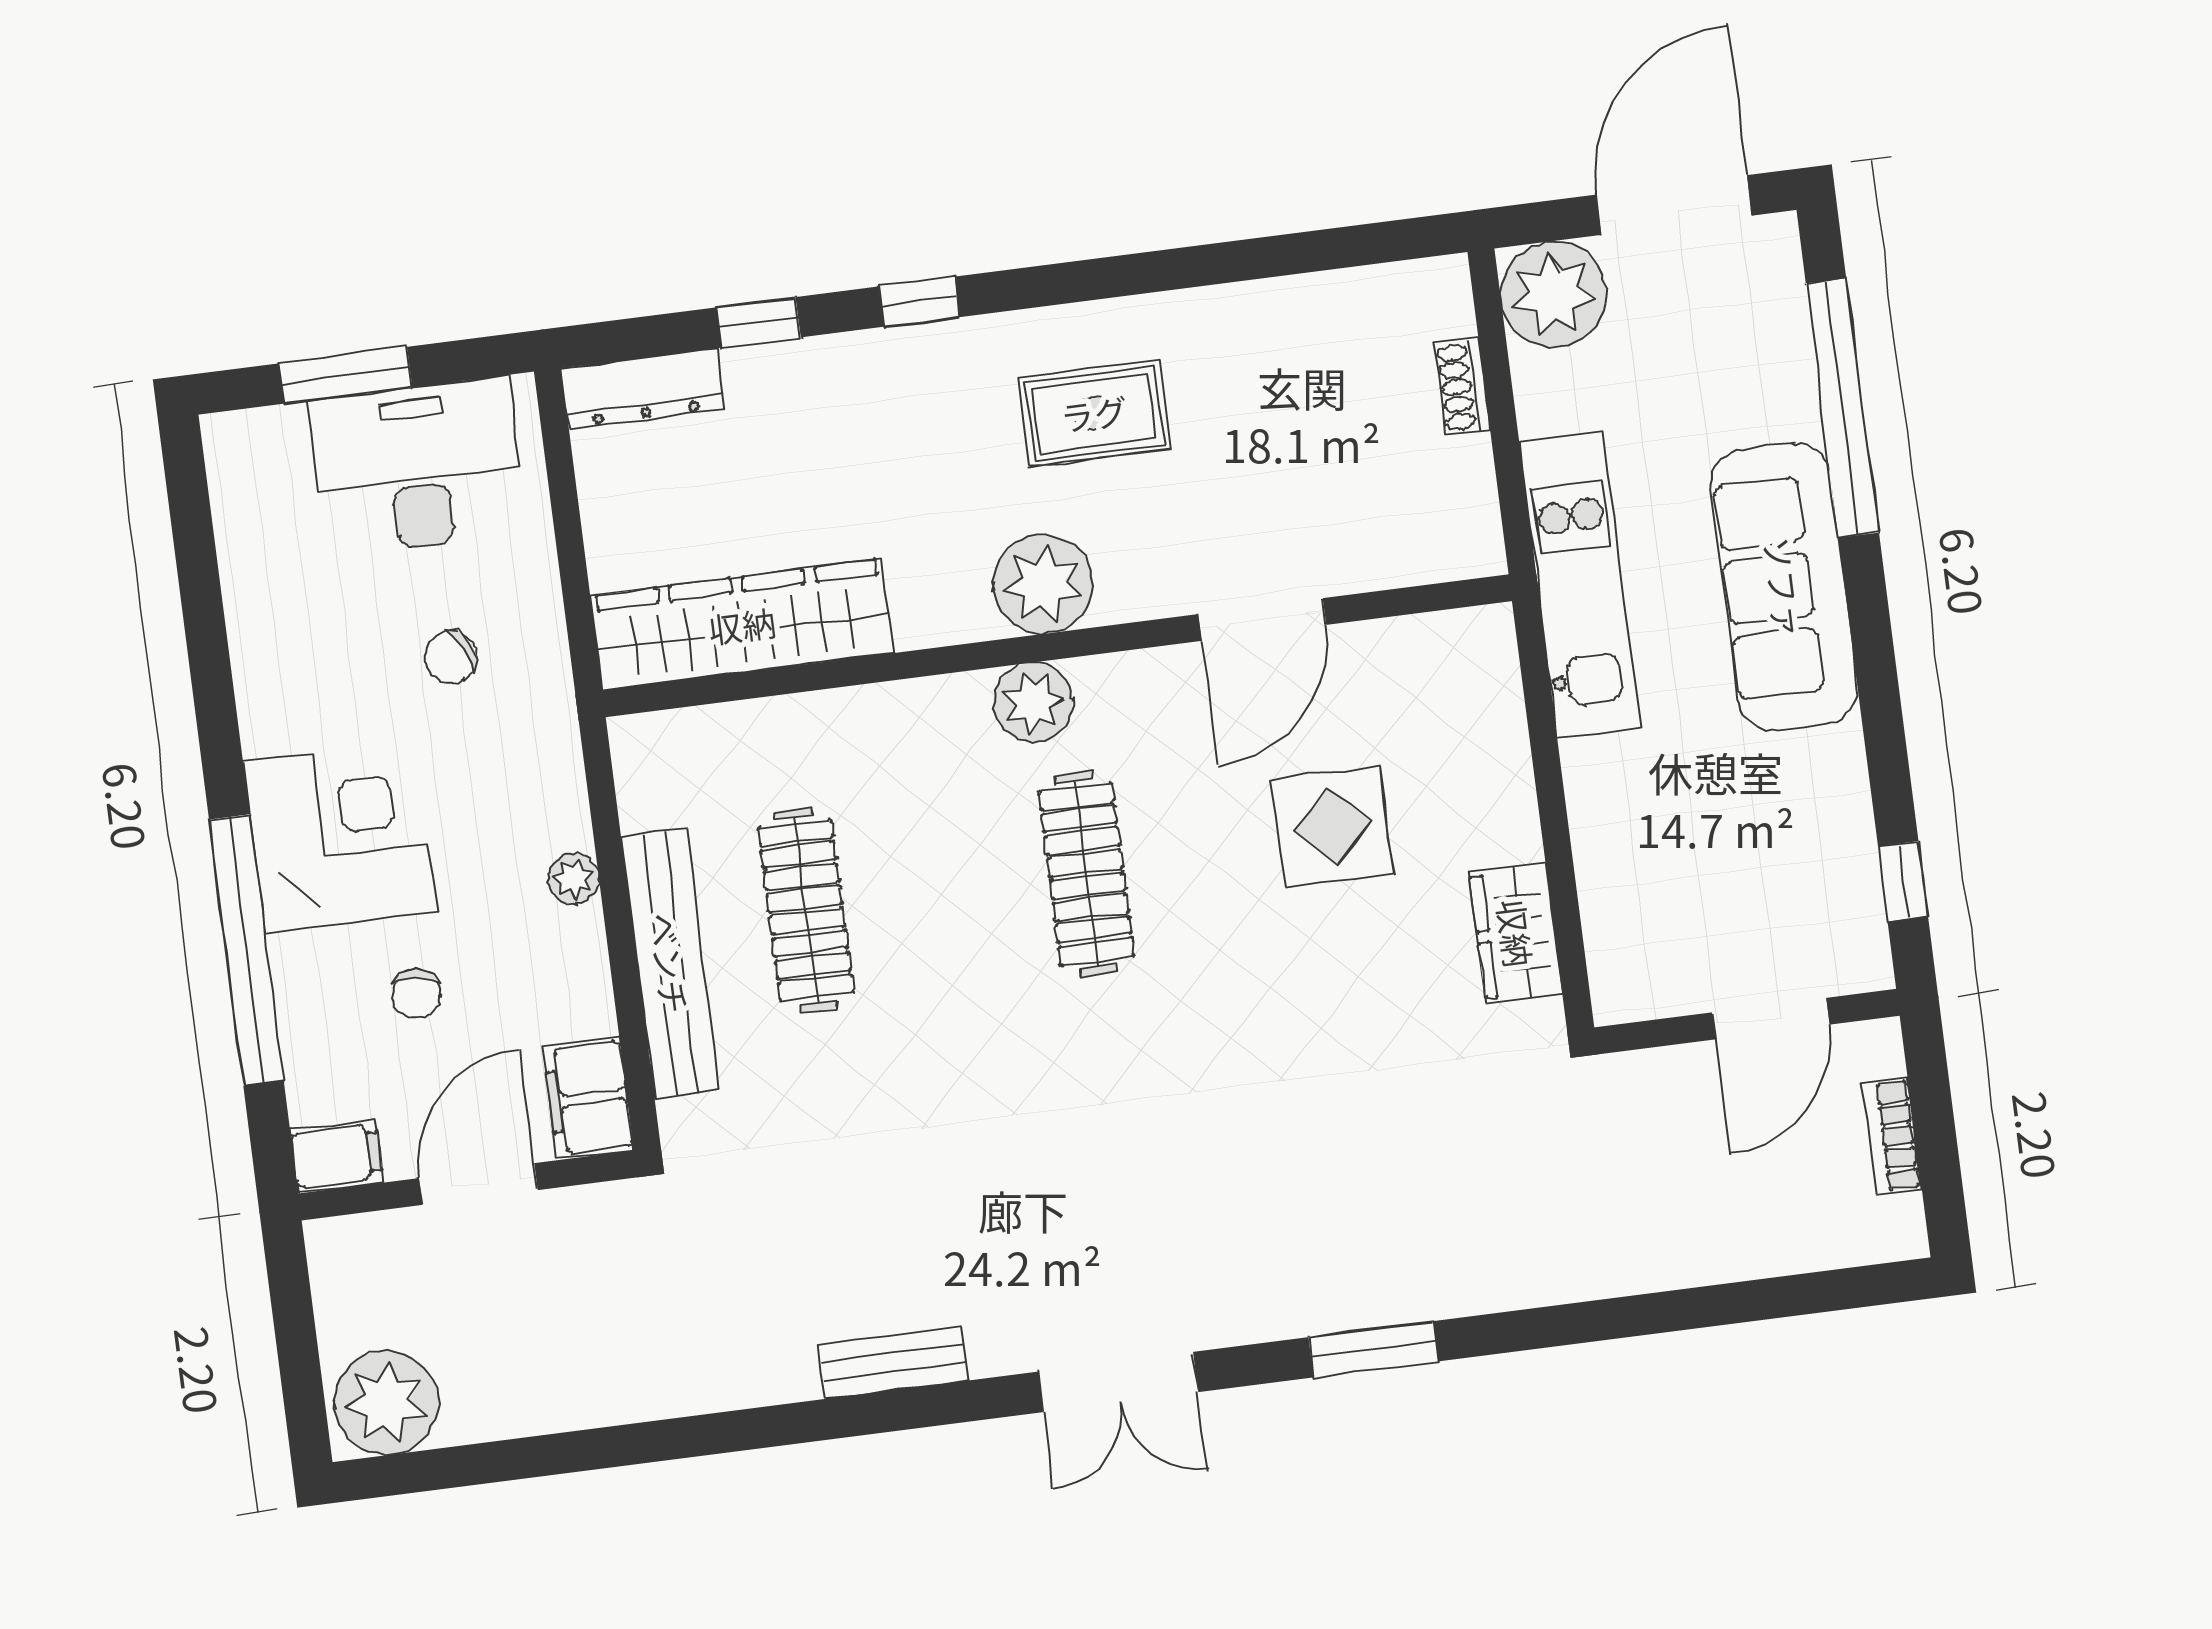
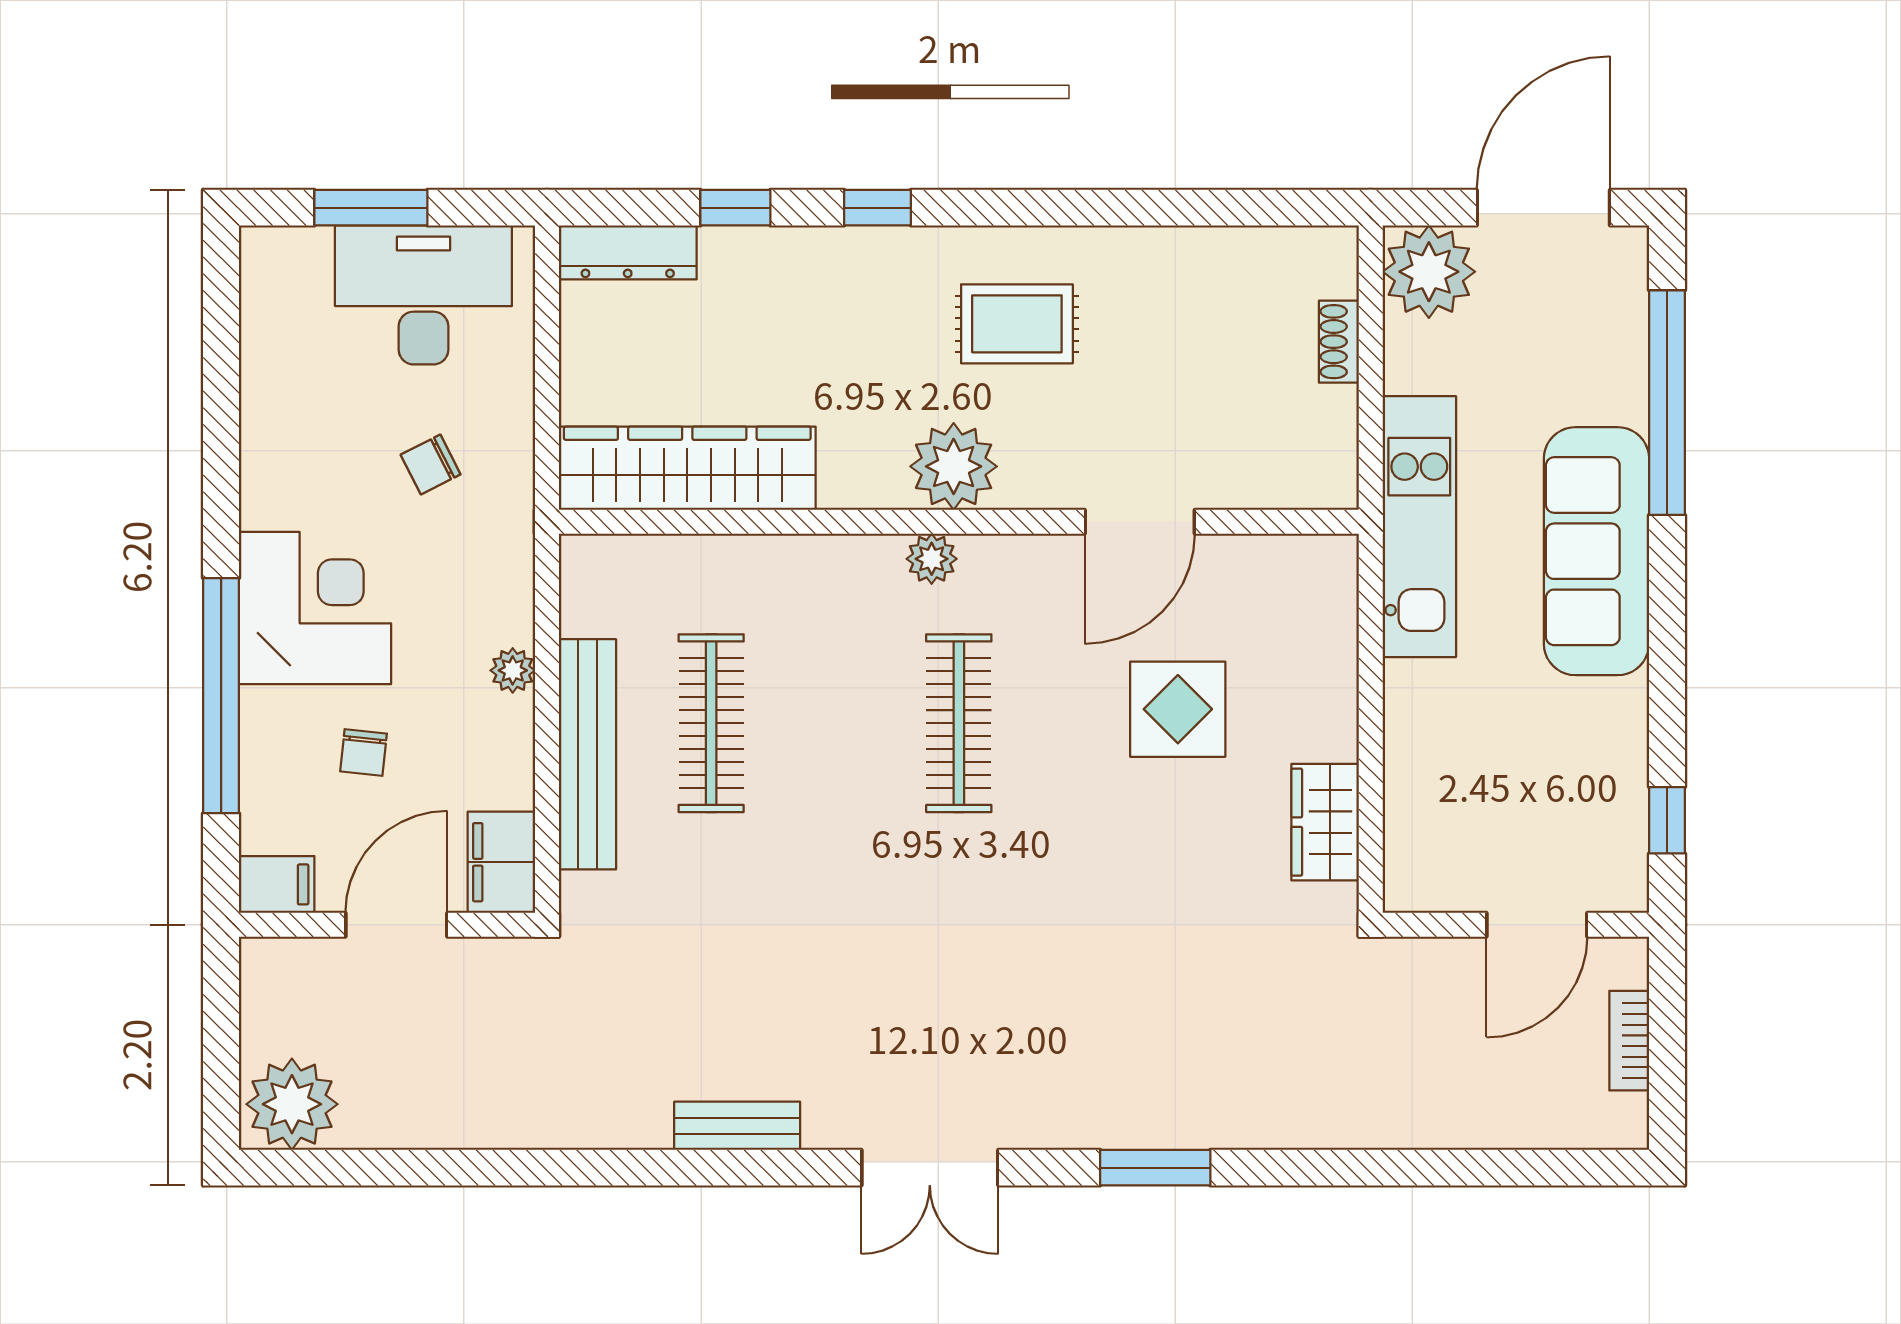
plant: (1033, 702) -> (932, 559), width x0.73, depth x0.73

